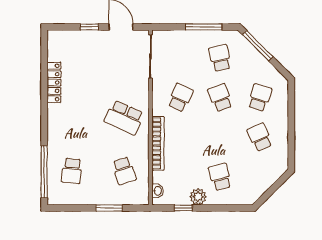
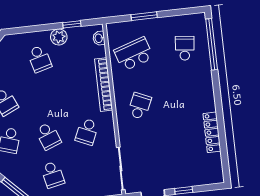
school desk: (124, 117) -> (140, 106), width x0.54
school desk: (124, 171) -> (134, 54), width x1.85

